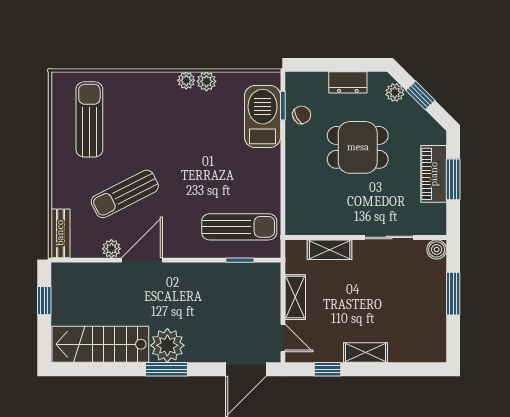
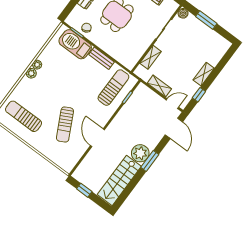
plant: (206, 81) -> (31, 73), moved
bench: (60, 233) -> (101, 58), moved
plant: (111, 249) -> (83, 147), removed

